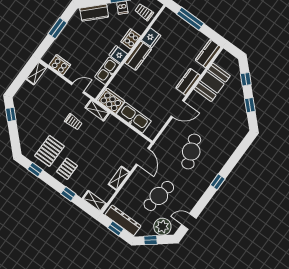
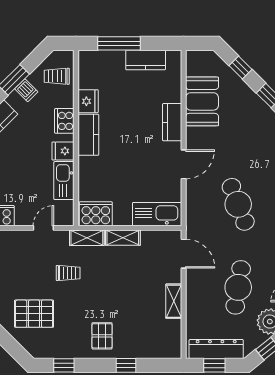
kitchen counter: (208, 54) -> (146, 60), moved, turned -90
kitchen sink: (134, 118) -> (157, 214), moved
pallet: (49, 151) -> (34, 314), moved, turned 90
shelving: (94, 201) -> (123, 238), moved

